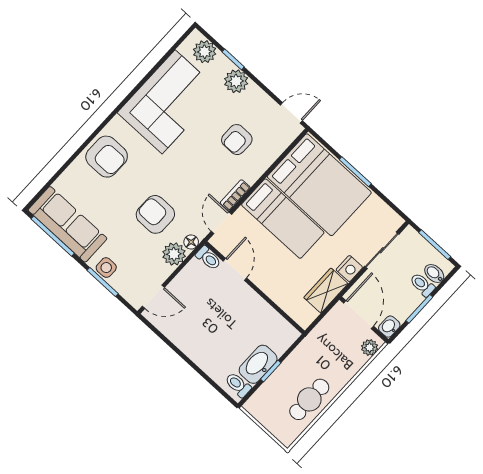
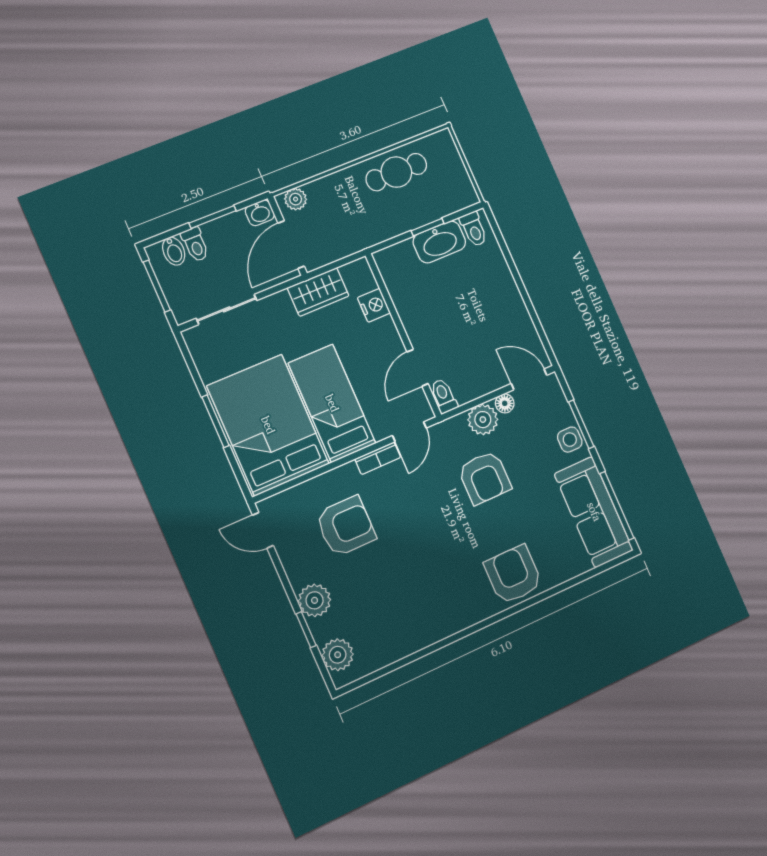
corner sofa: (169, 102) -> (409, 610), removed
armchair: (237, 140) -> (346, 526), width x1.38, depth x1.38
floor lamp: (191, 242) -> (505, 403), moved
nightstand: (349, 269) -> (374, 305), moved, turned 90

